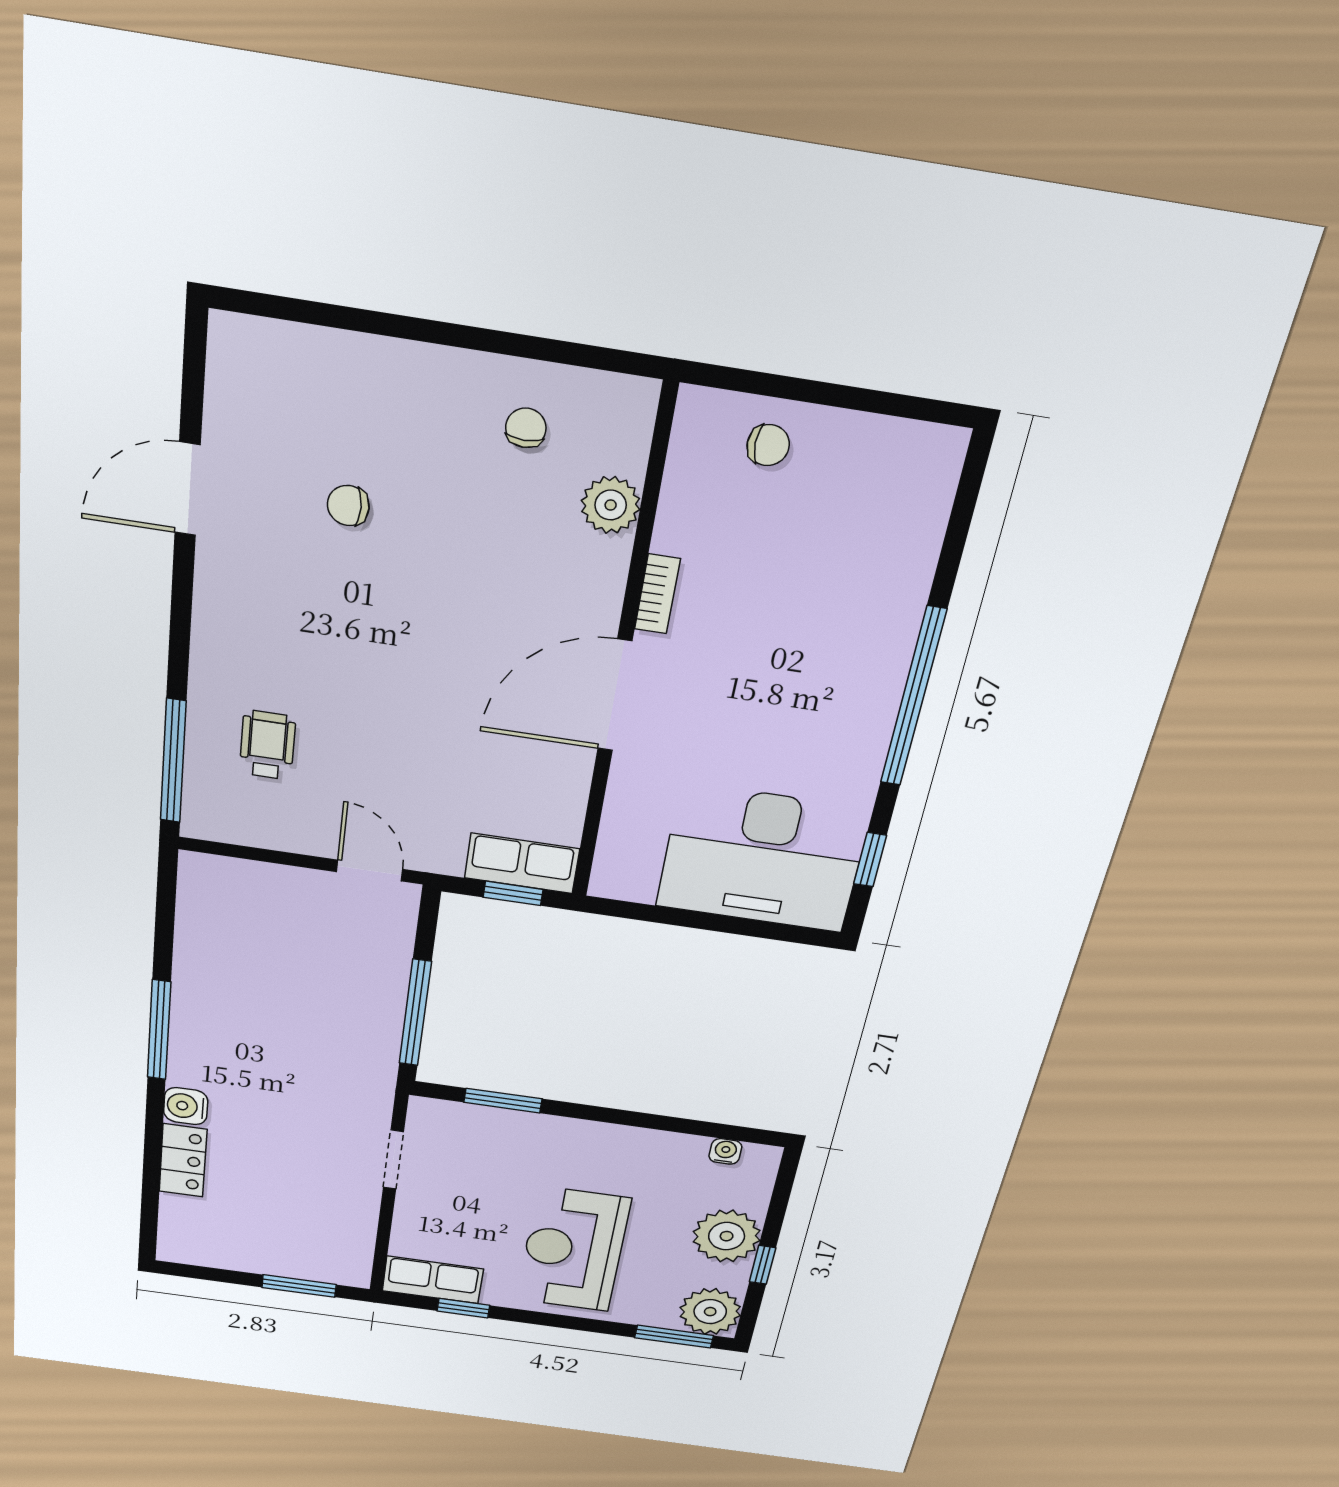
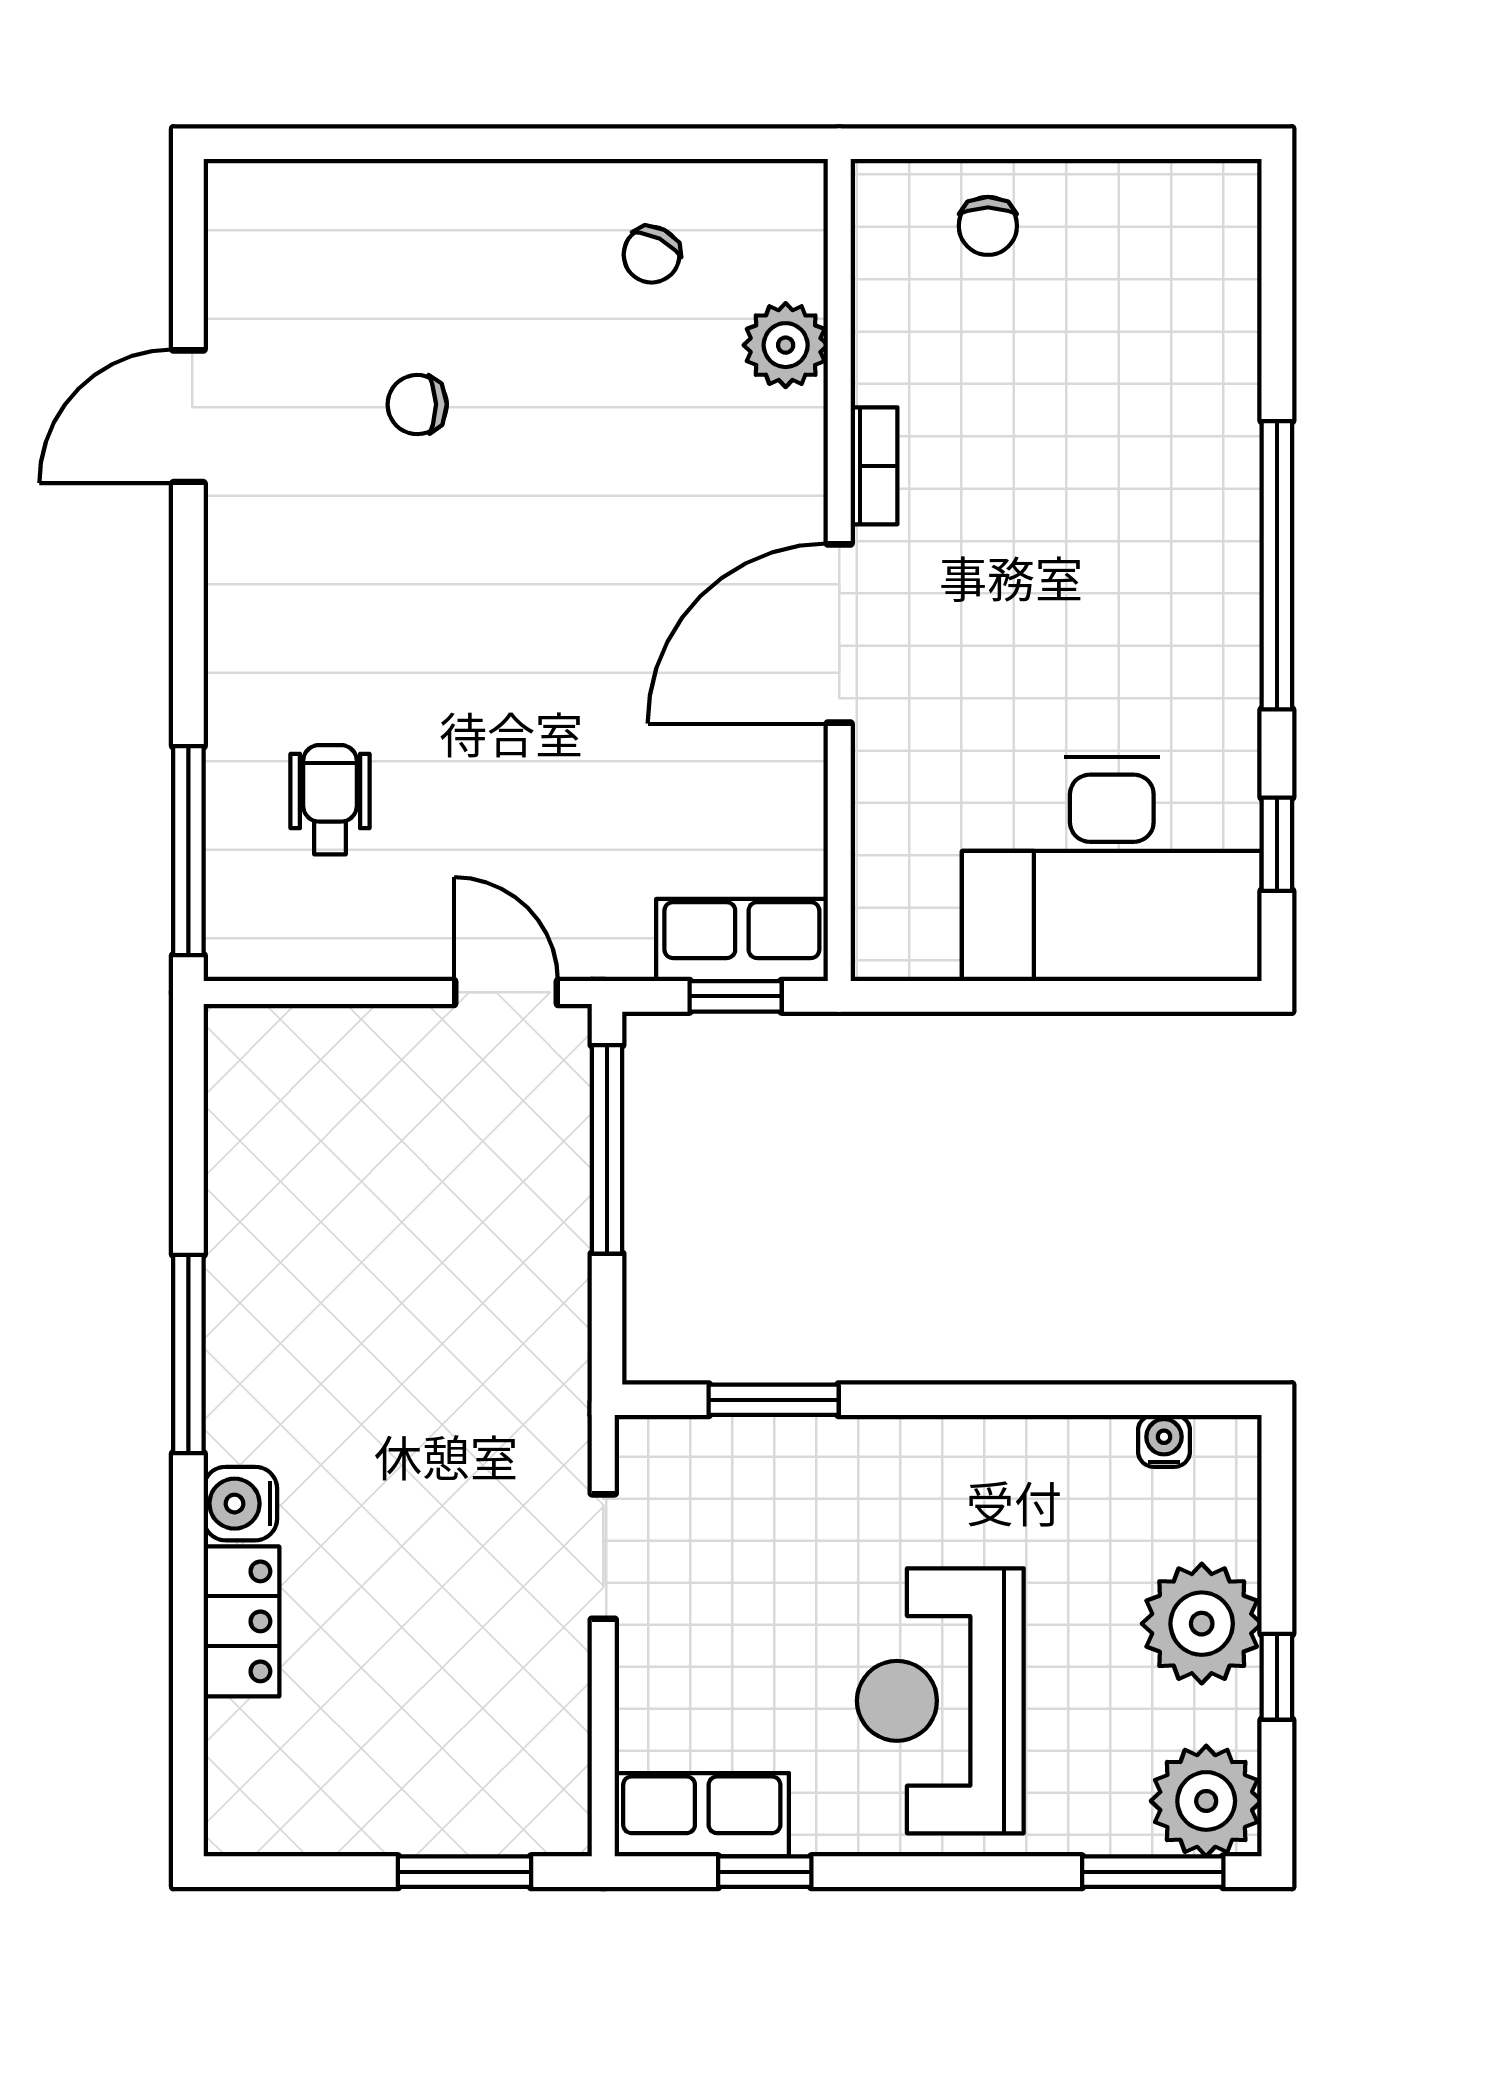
chair: (526, 428) -> (652, 255), turned -153
chair: (768, 445) -> (988, 226), turned 90
window: (415, 1013) -> (607, 1149), moved

